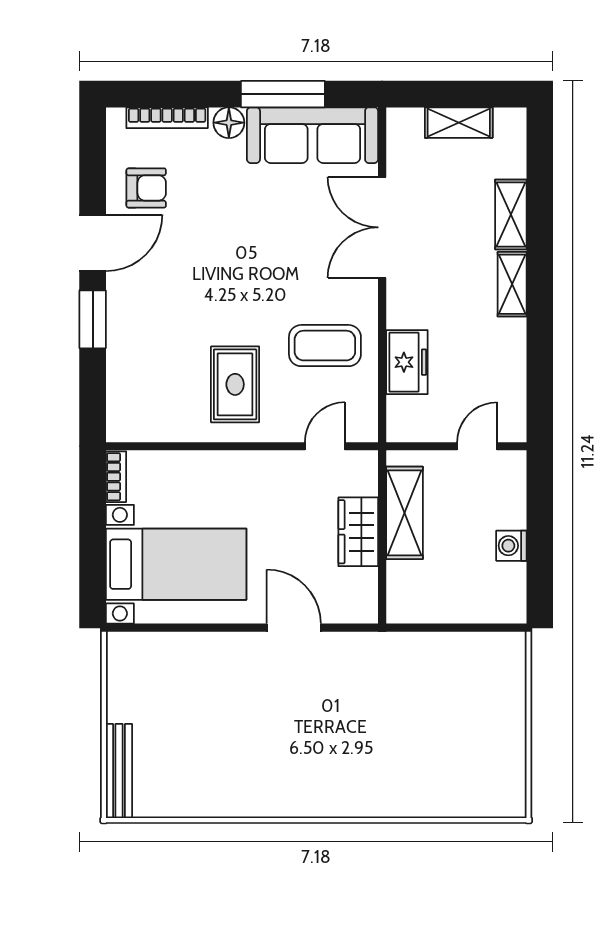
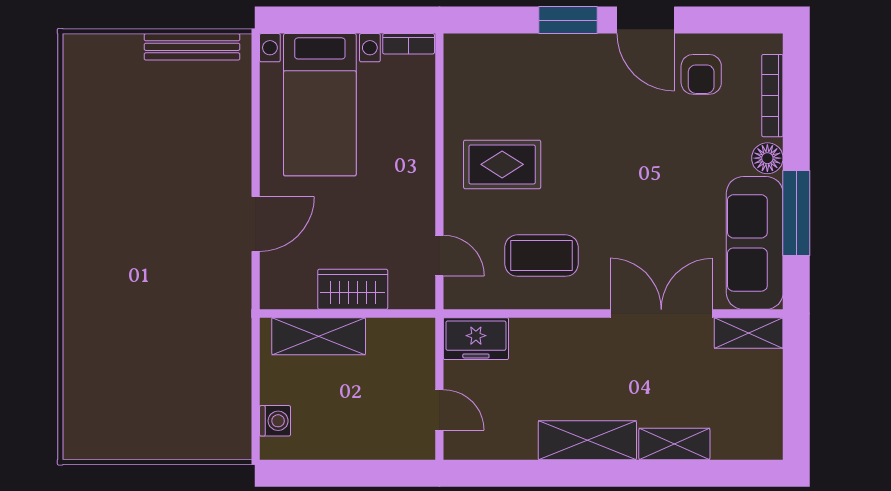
shelving: (459, 123) -> (749, 333), moved, turned 90
shelving: (512, 284) -> (587, 440), width x1.50, depth x1.33
coffee table: (325, 346) -> (541, 256), turned 90
freezer: (407, 362) -> (476, 339), moved
shelving: (405, 513) -> (319, 336), moved
washing machine: (511, 546) -> (275, 421), moved, turned 90
bench: (119, 771) -> (192, 47), moved

